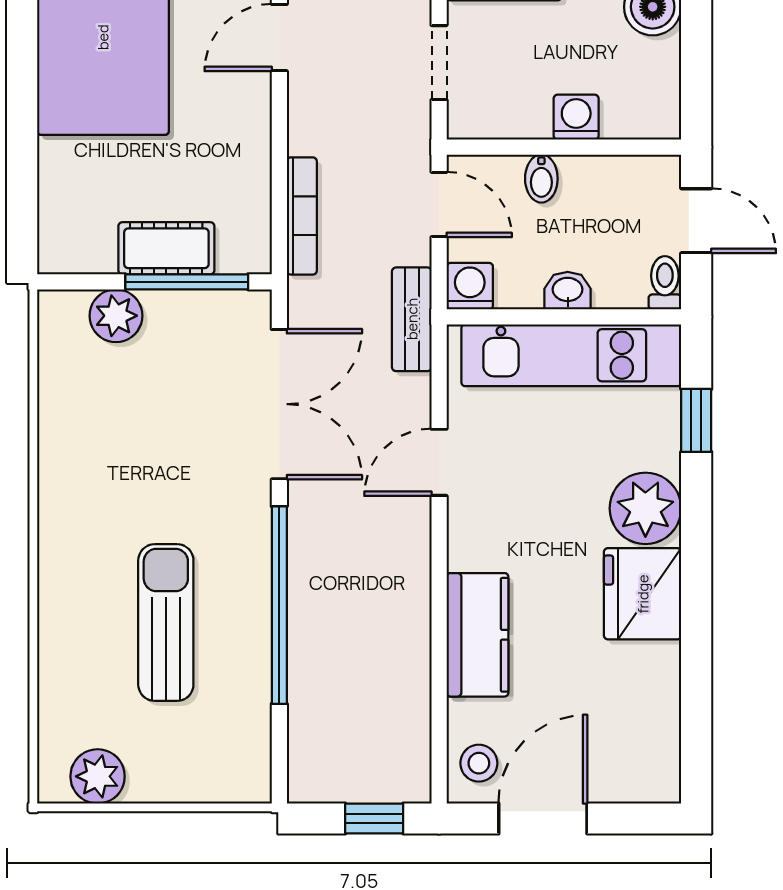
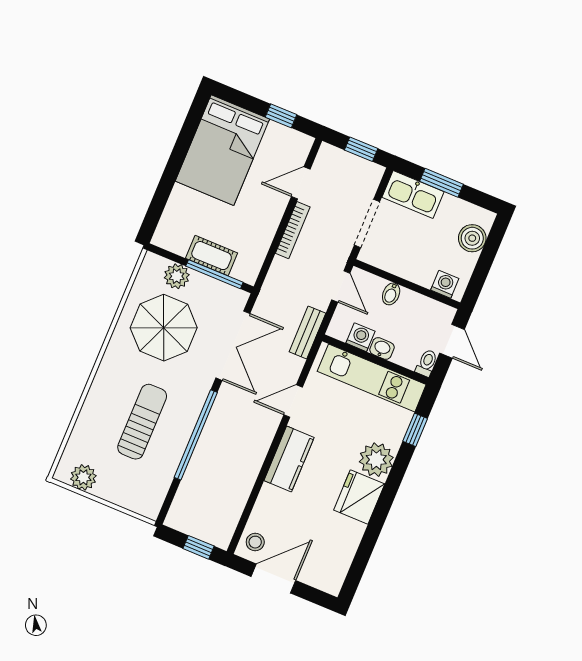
doorway: (439, 63) -> (367, 223), width x1.38
washing machine: (576, 117) -> (445, 284), moved
bookcase: (302, 216) -> (293, 230), moved
washing machine: (470, 286) -> (360, 337), moved
parasol: (132, 425) -> (164, 328), added
kitchen counter: (477, 635) -> (289, 459), moved

